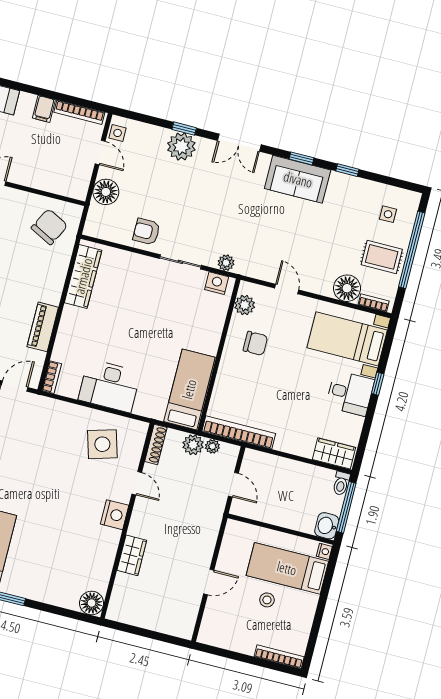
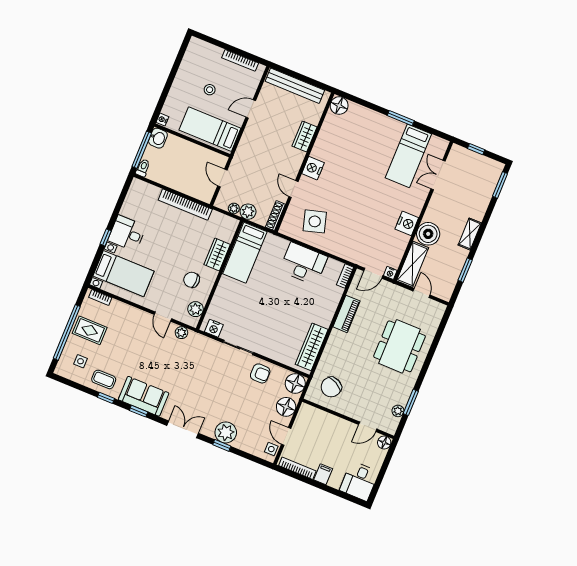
coffee table: (354, 194) -> (104, 379), added
plant: (226, 263) -> (181, 333), moved
floor lamp: (347, 288) -> (295, 383), moved
bookcase: (239, 432) -> (185, 205), moved
wardrobe: (334, 453) -> (217, 254), moved, turned 90
bed: (287, 568) -> (210, 129), moved, turned 180
bench: (154, 621) -> (295, 86), added
bookcase: (279, 657) -> (240, 60), moved

